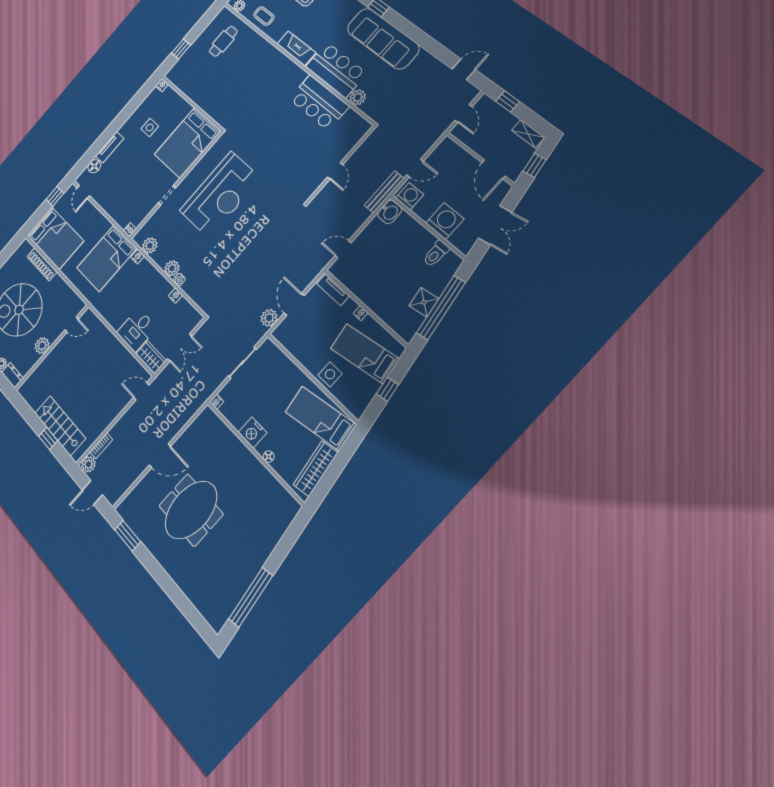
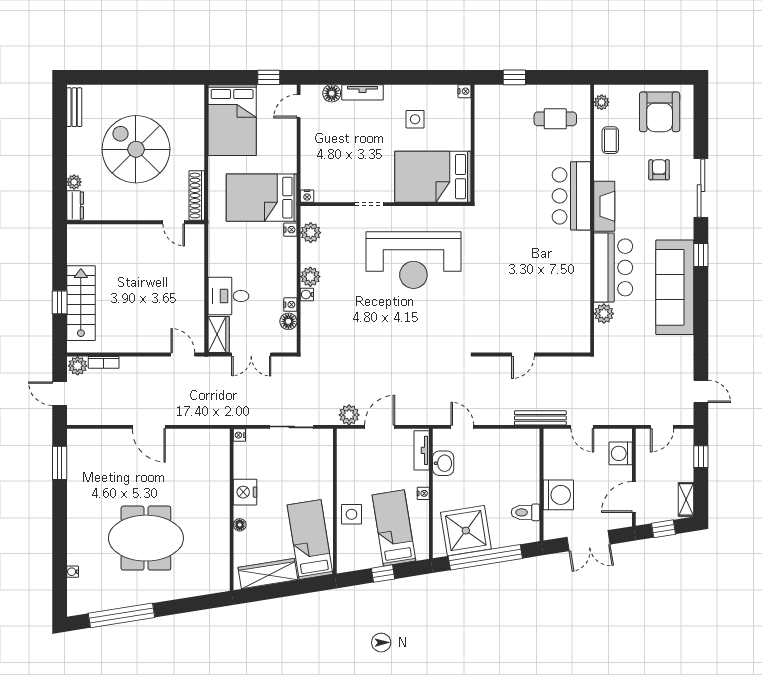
bar counter: (319, 103) -> (571, 196), moved
washing machine: (410, 196) -> (621, 453), moved, turned 180
washbasin: (390, 212) -> (443, 463), moved, turned -90
shoe rack: (42, 264) -> (197, 195), moved
shower: (424, 302) -> (466, 531), width x1.86, depth x1.86
floor lamp: (183, 306) -> (288, 321), added
plant: (42, 346) -> (128, 210), removed
meeting table: (191, 510) -> (146, 538), moved
water cooler: (195, 600) -> (73, 572), added

